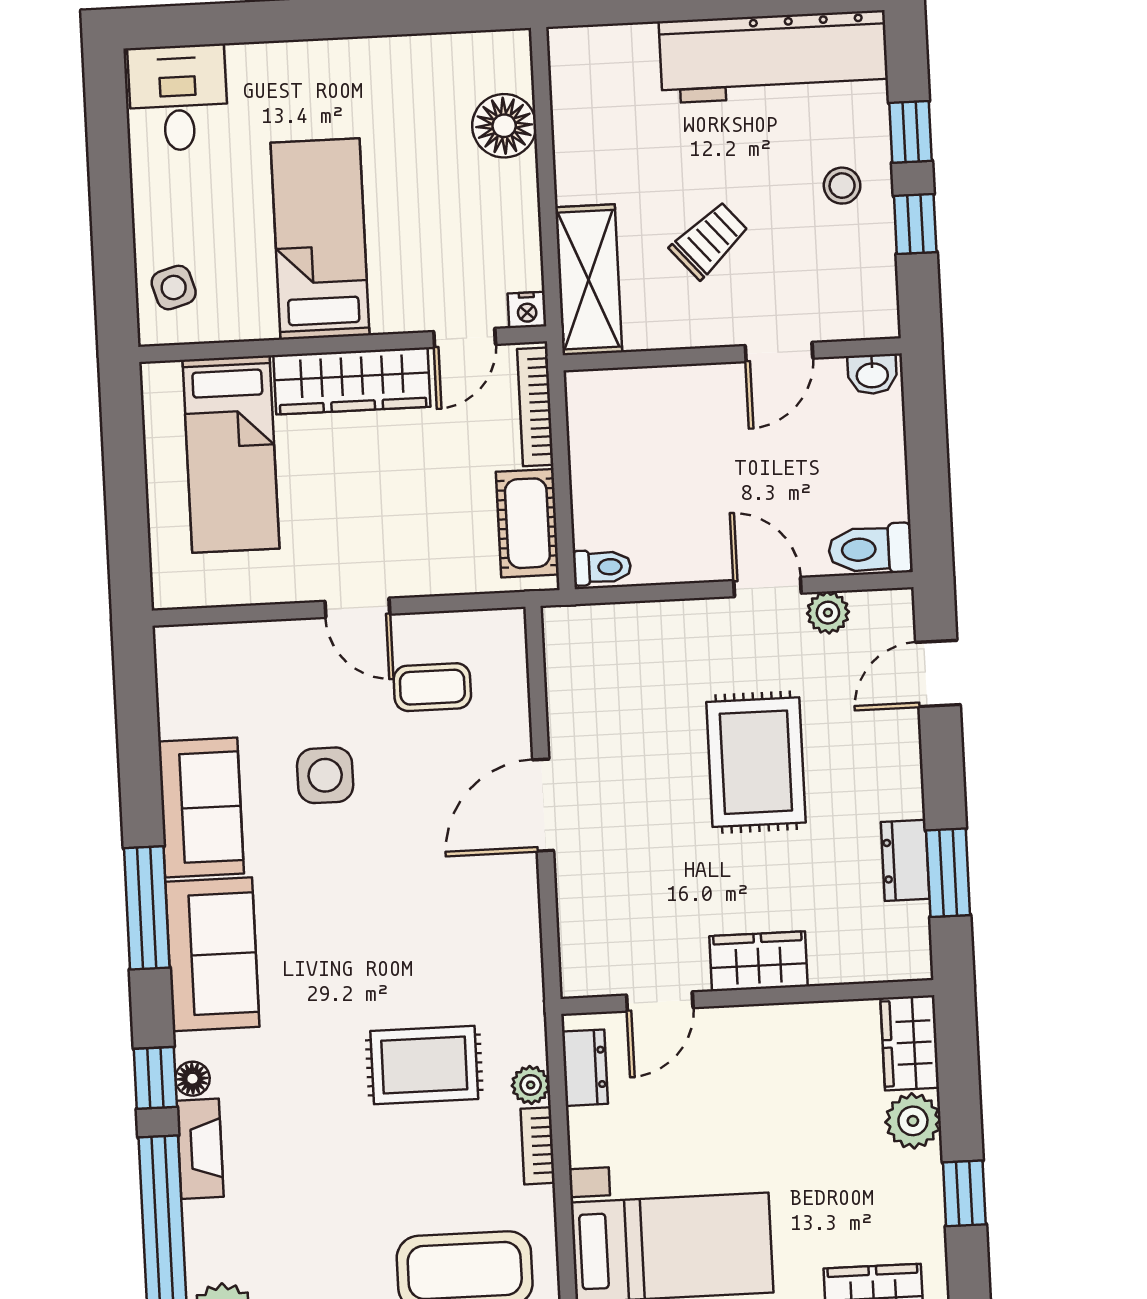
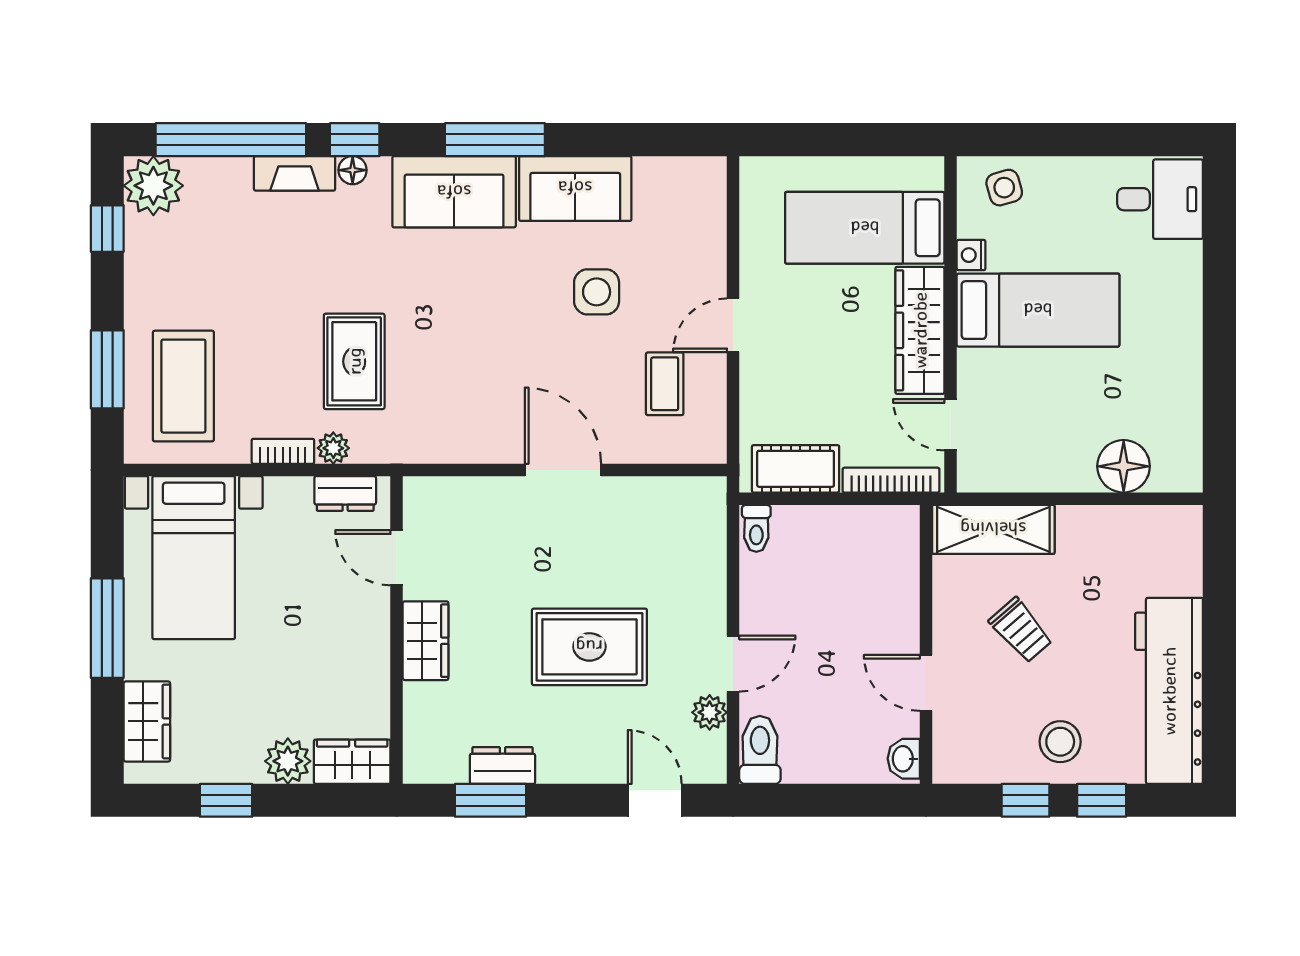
stool: (842, 186) -> (1060, 742), width x1.37, depth x1.37
nightstand: (527, 310) -> (971, 255), moved

